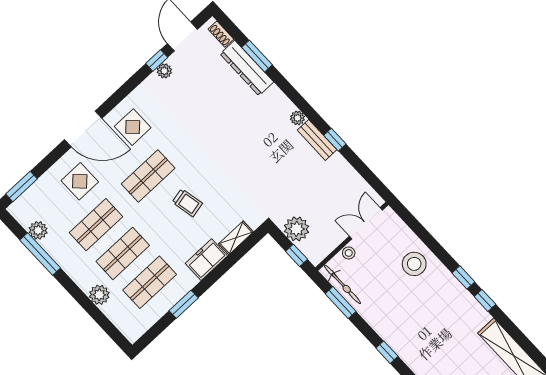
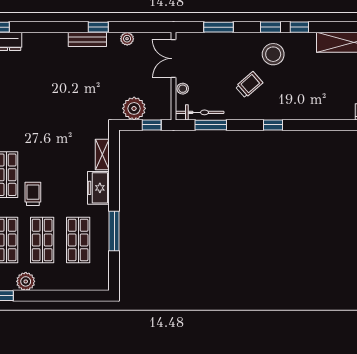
plant: (297, 118) -> (127, 39), moved
trolley: (187, 203) -> (33, 194), moved, turned -78
window: (425, 236) -> (219, 27), added
stool: (414, 264) -> (273, 54), moved
plant: (99, 295) -> (26, 281), moved
trolley: (401, 303) -> (249, 85), added
window: (184, 304) -> (114, 231), width x1.44

